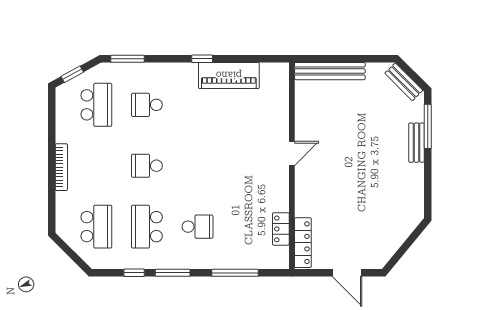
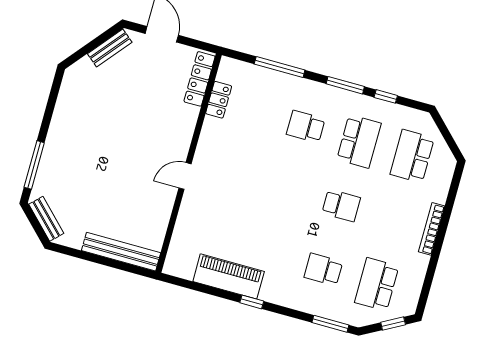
school desk: (147, 105) -> (323, 269), turned 180
bench: (417, 143) -> (110, 48), moved, turned 40

